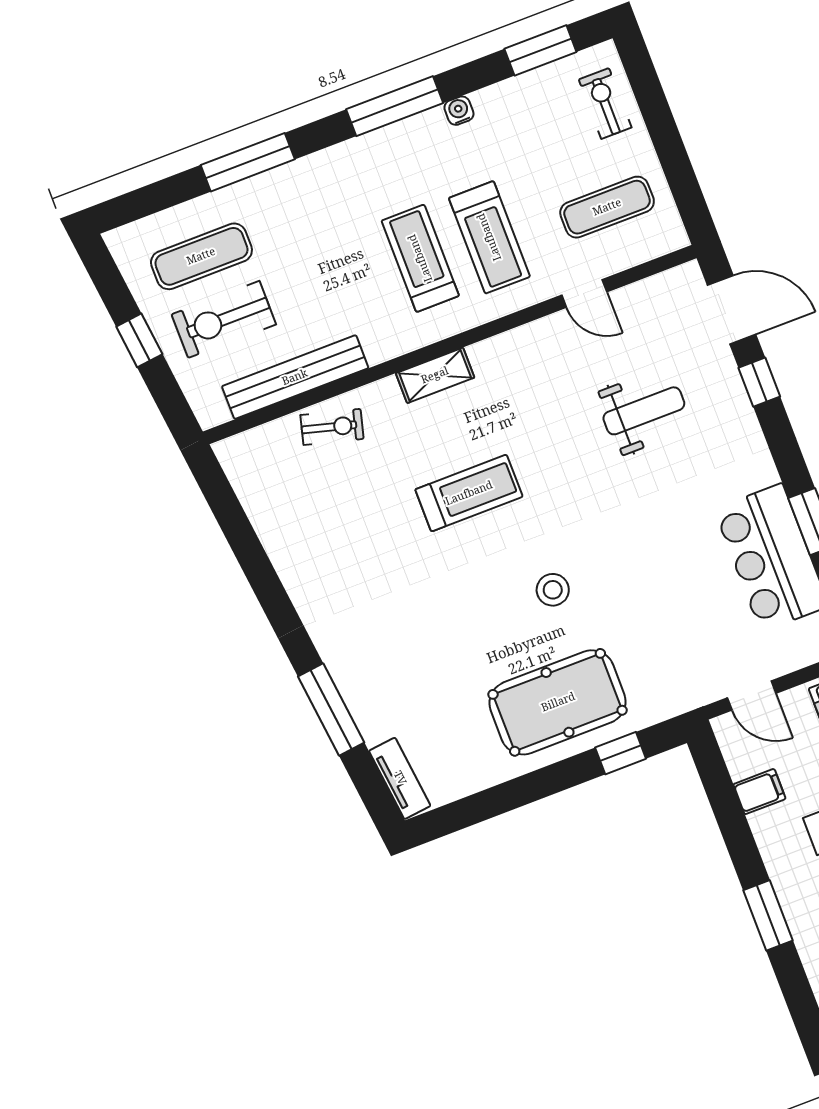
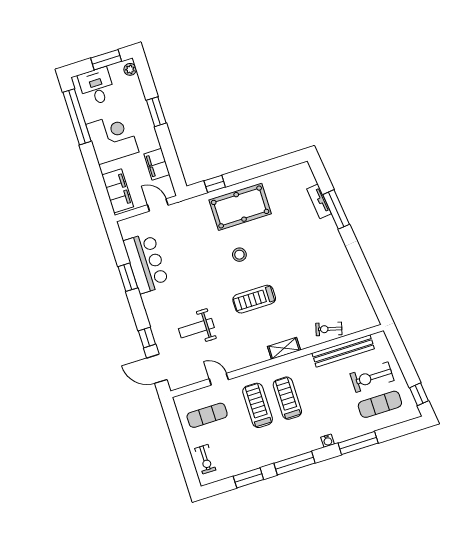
window: (540, 50) -> (248, 478), moved
water cooler: (459, 111) -> (328, 441), moved
treadmill: (420, 258) -> (287, 398), turned 180
exercise bike: (224, 319) -> (372, 377), turned 180
window: (139, 340) -> (419, 394), moved
treadmill: (469, 493) -> (254, 299), moved
tv unit: (400, 778) -> (319, 201), moved
filing cabinet: (759, 792) -> (157, 164), width x2.00

